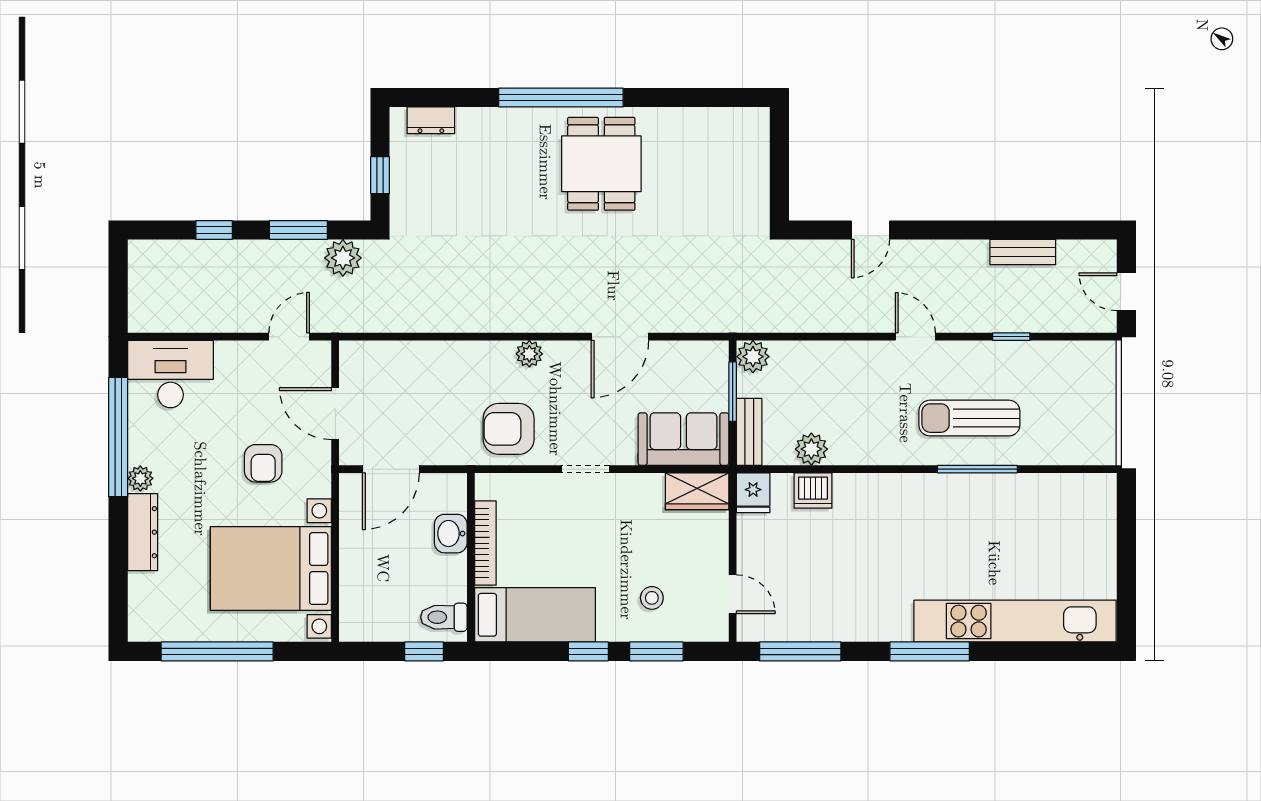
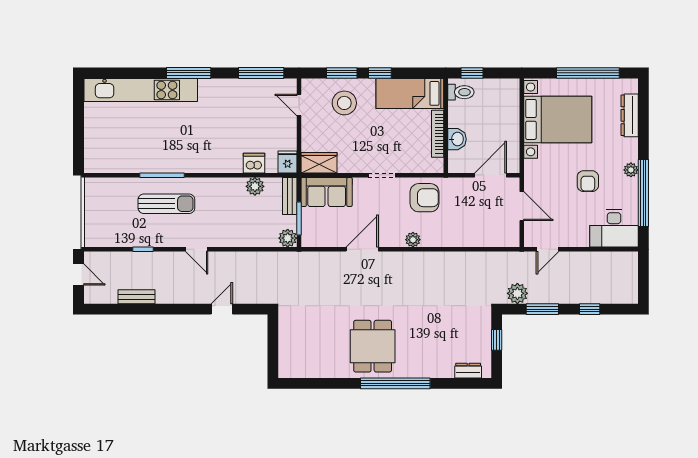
armchair: (263, 463) -> (588, 181), moved, turned 180
dresser: (143, 532) -> (630, 115), moved
stool: (652, 598) -> (344, 103), width x1.89, depth x1.89

